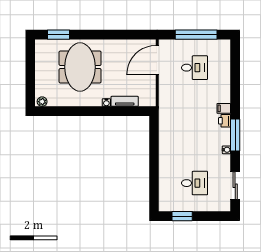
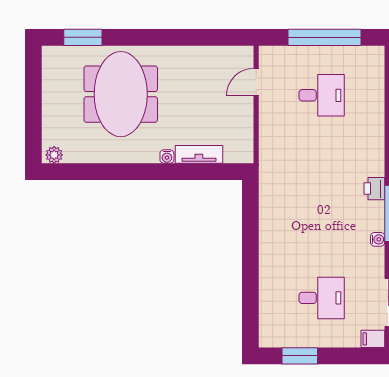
door: (157, 60) -> (256, 82), width x0.53
filing cabinet: (224, 108) -> (373, 339), moved

